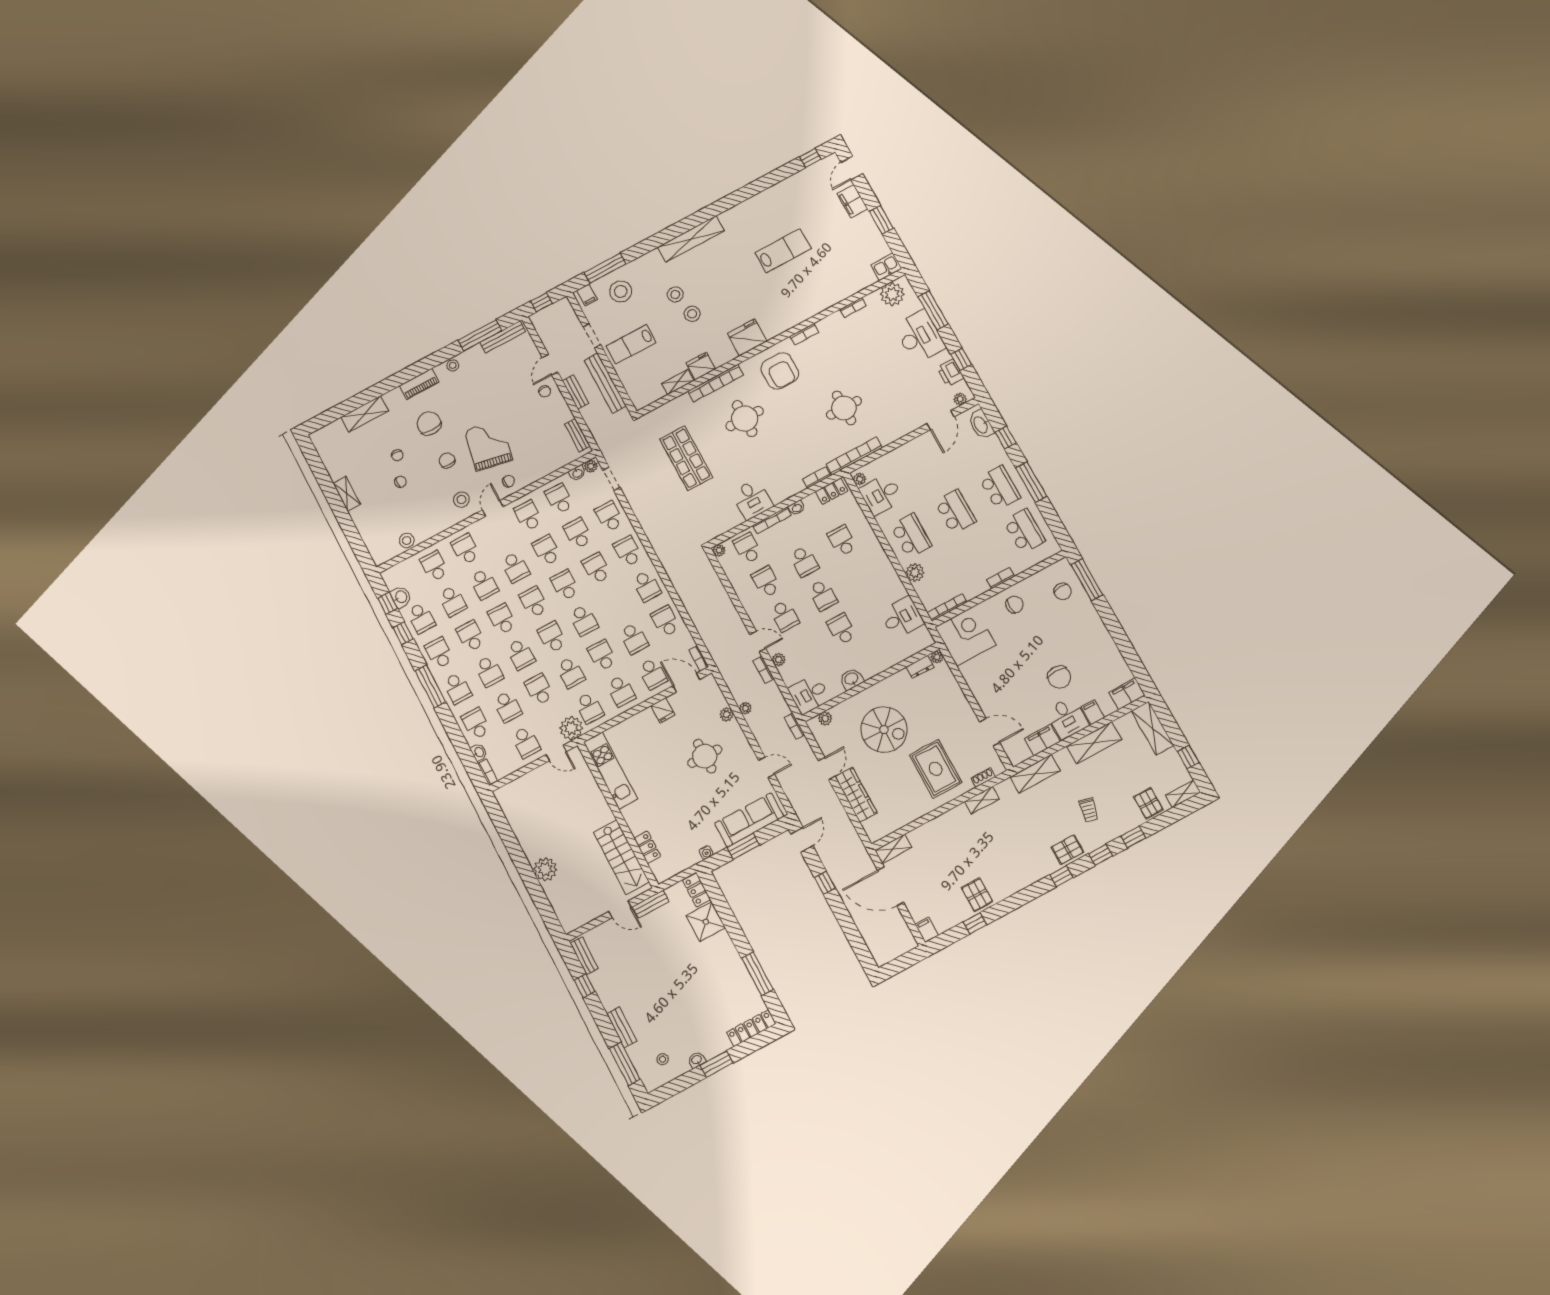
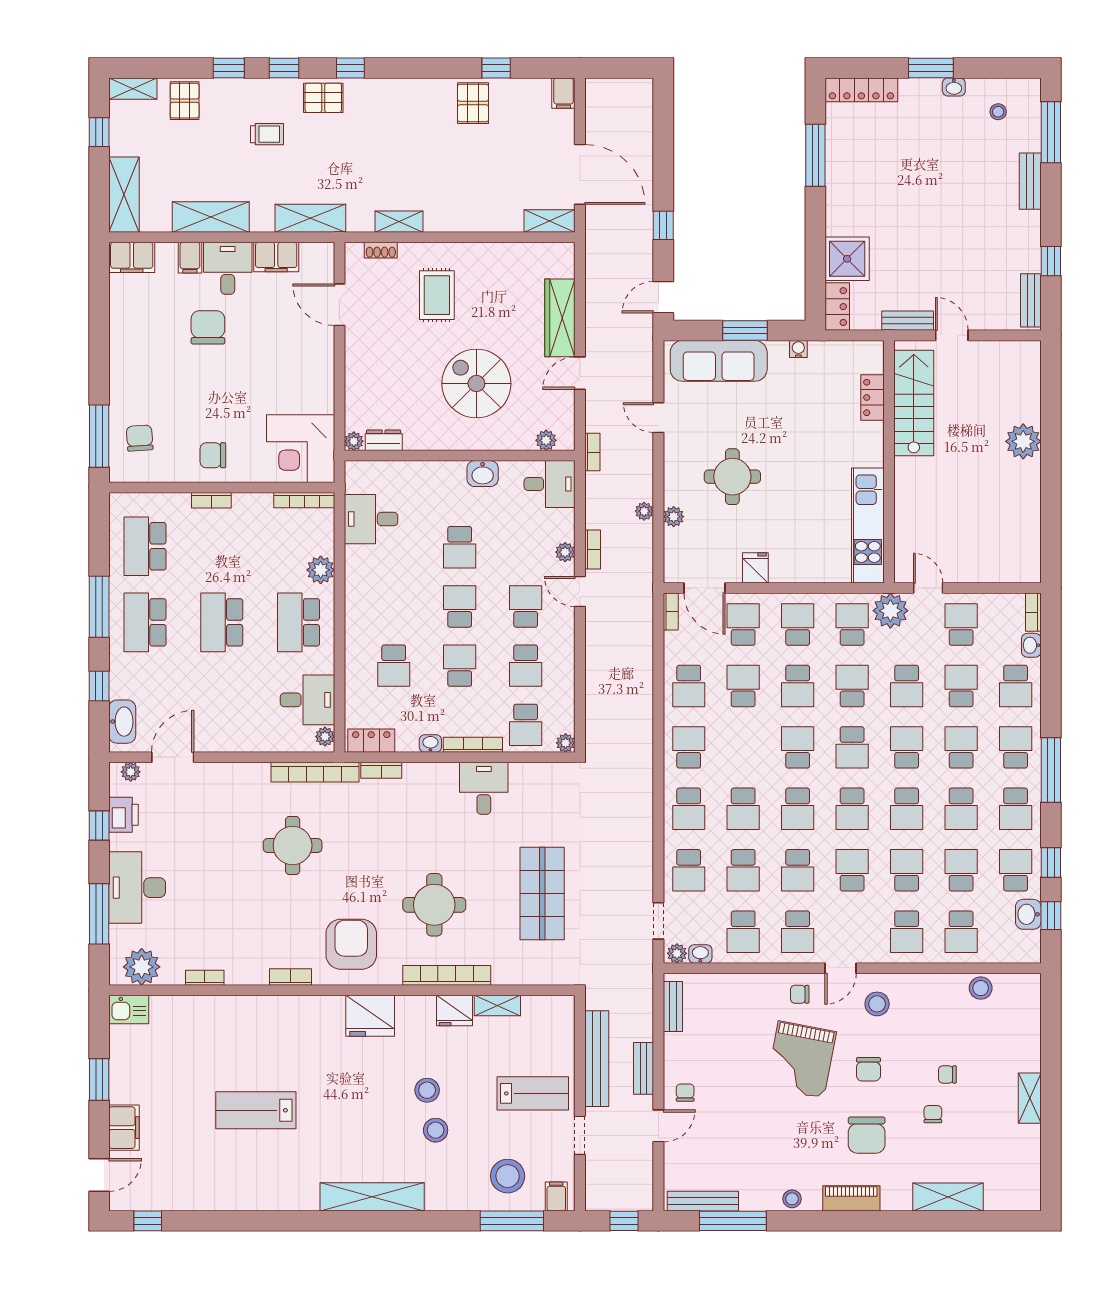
rug: (936, 769) -> (437, 295), width x0.73, depth x0.70
trolley: (1089, 810) -> (267, 134), turned 76

